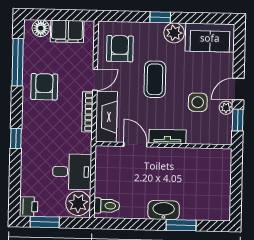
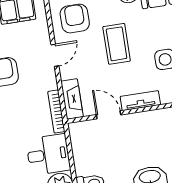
bookcase: (87, 112) -> (56, 112), moved
fireplace: (106, 117) -> (72, 99), width x0.73, depth x0.76

